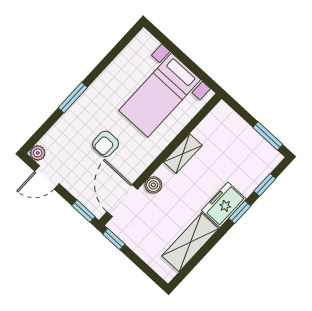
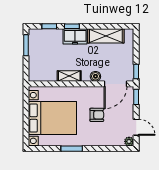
bed with nightstands: (160, 95) -> (52, 118), width x1.36
window: (73, 98) -> (72, 149), moved

